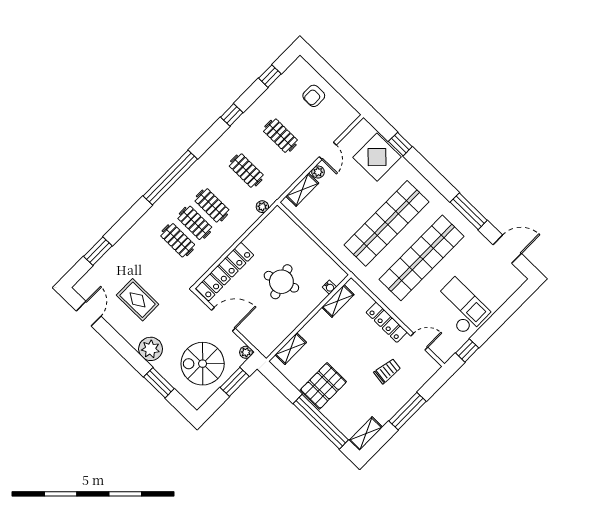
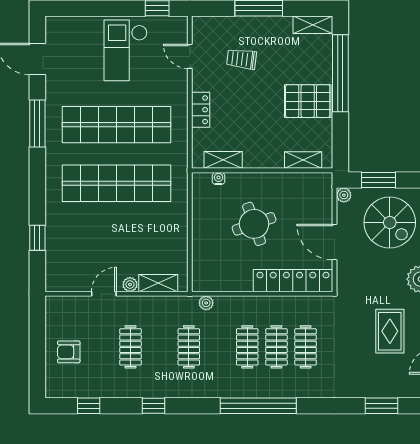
armchair: (314, 96) -> (69, 352), turned 180
display table: (377, 157) -> (68, 247), removed
locker: (387, 322) -> (201, 110), width x0.66

